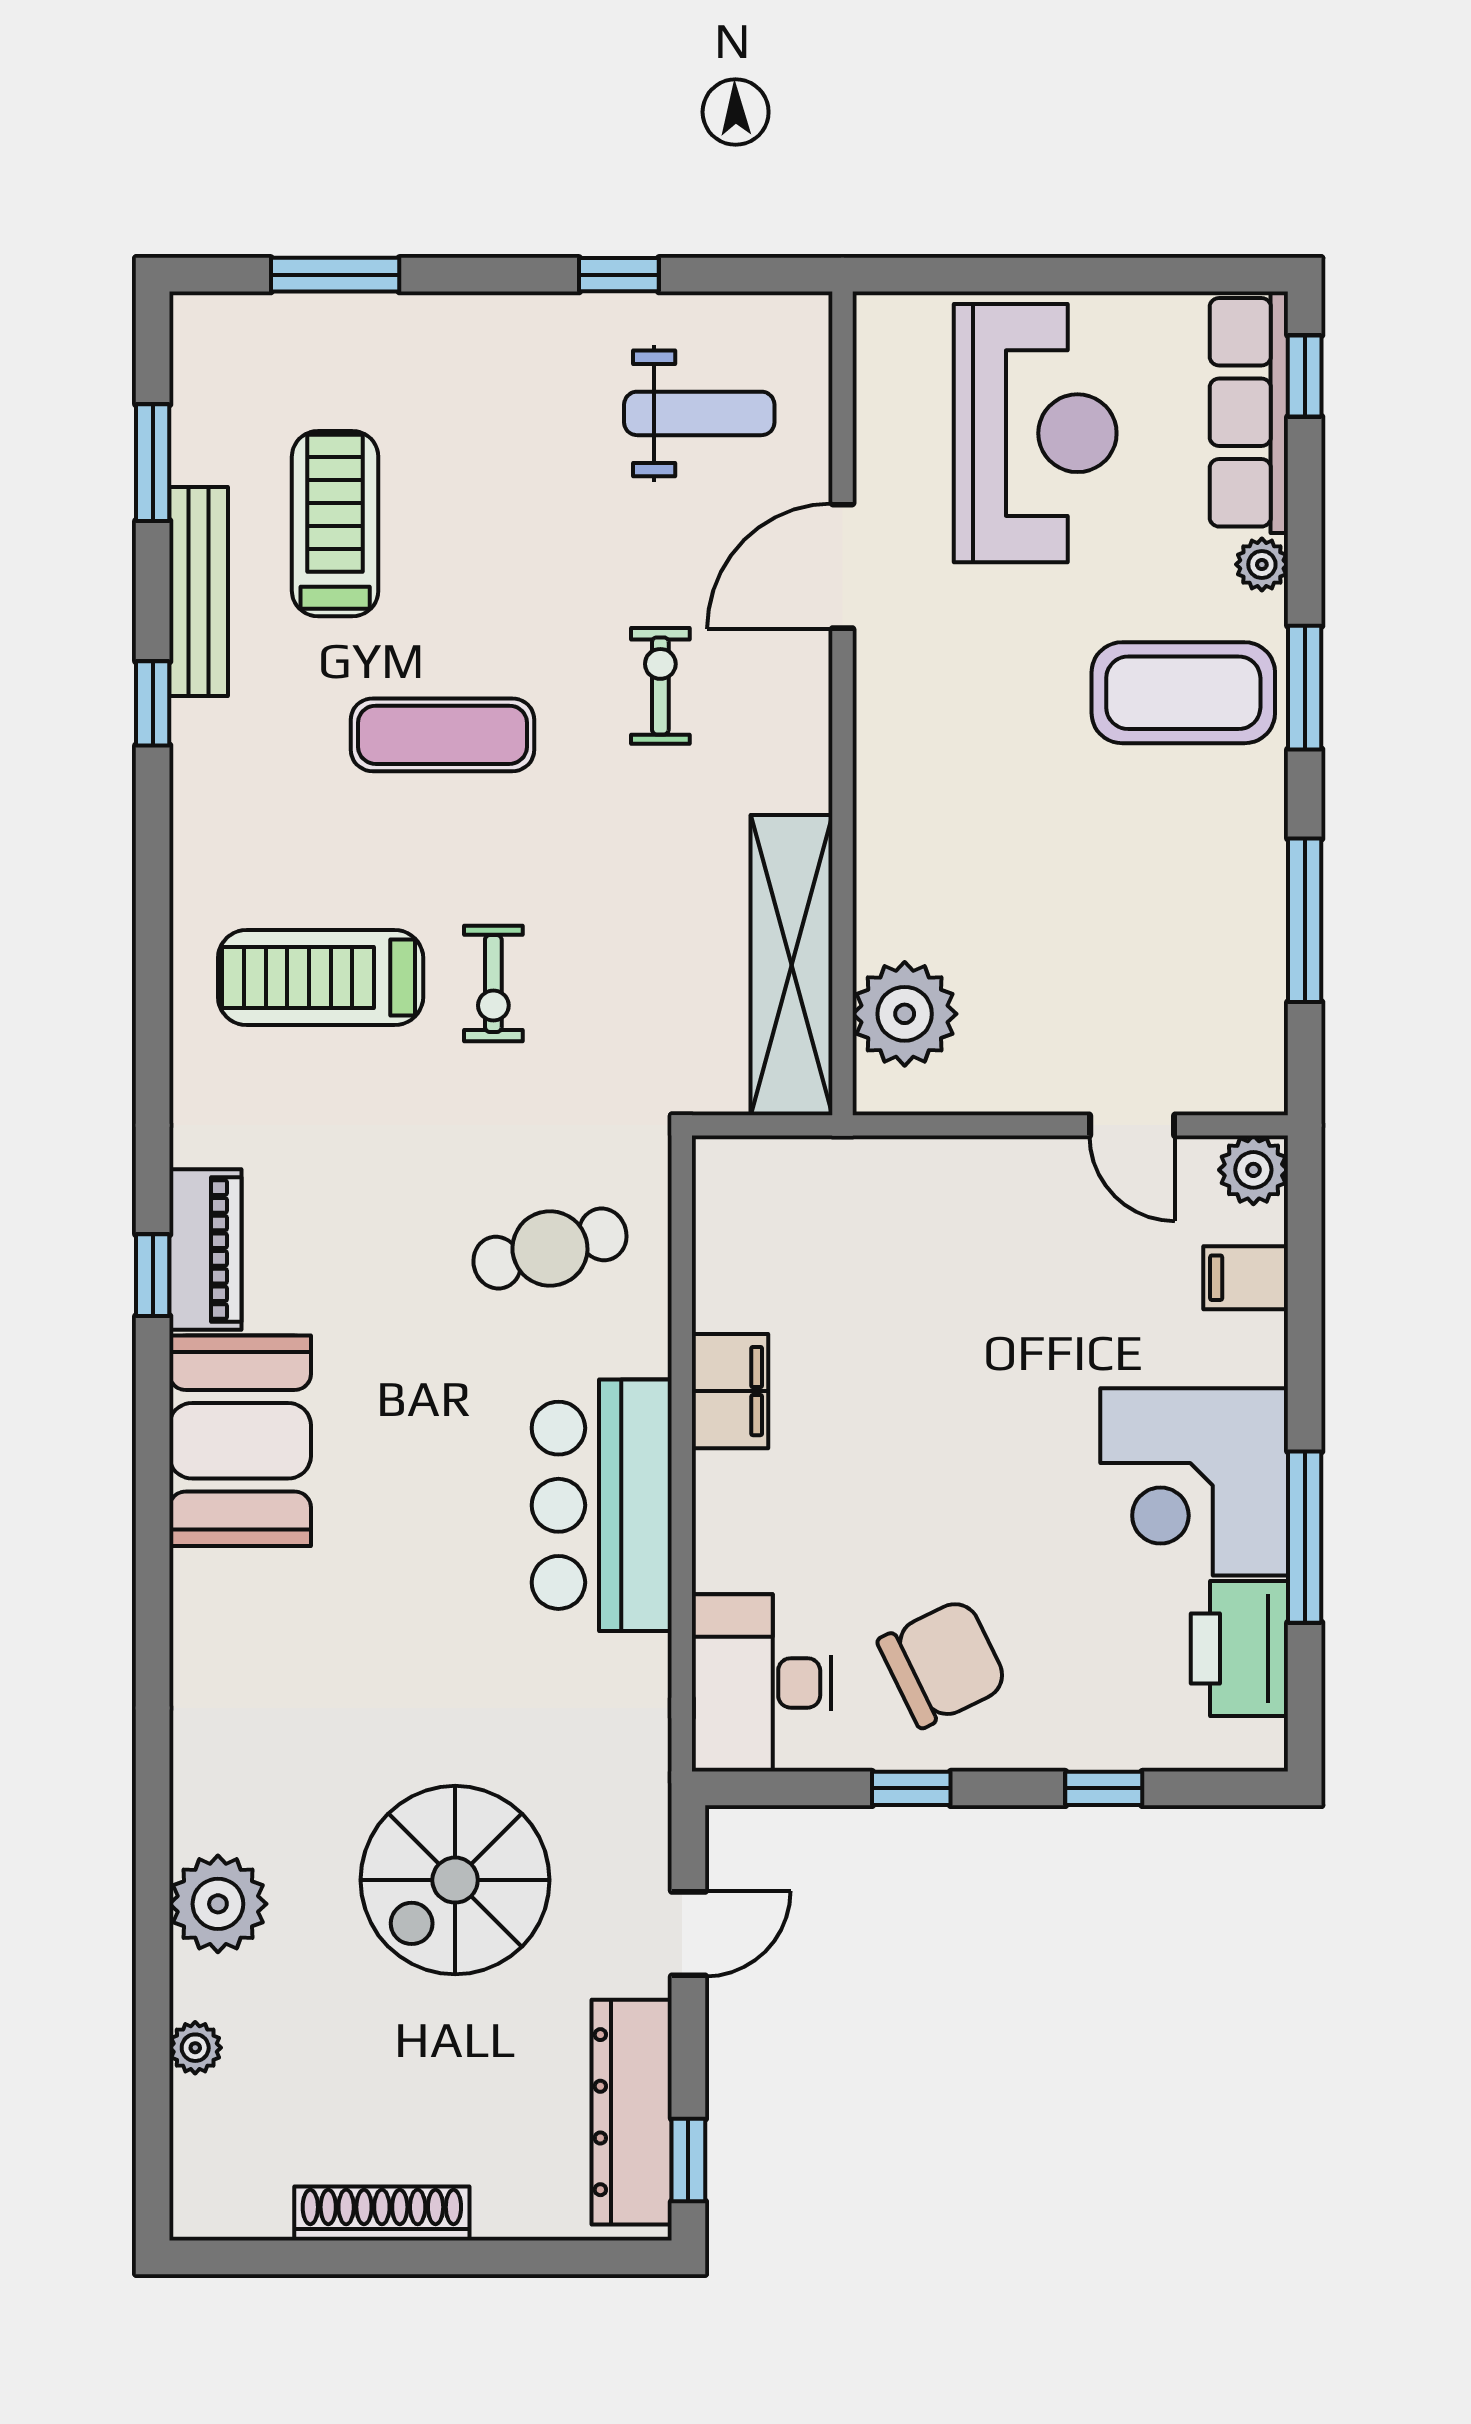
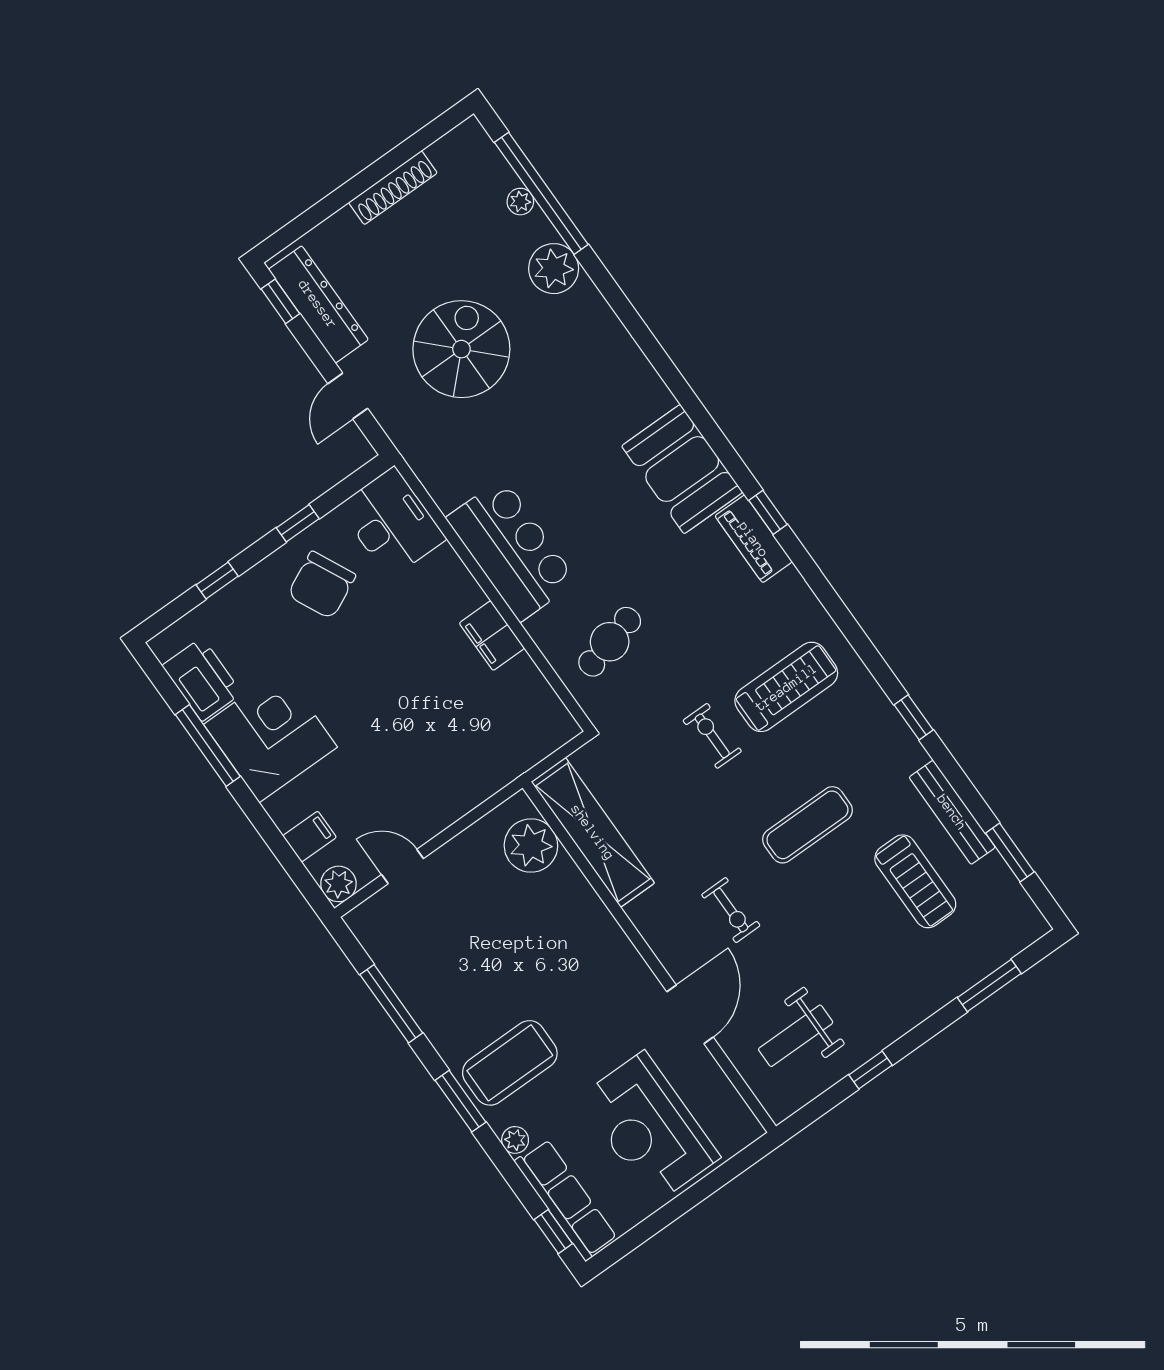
window: (153, 703) -> (914, 717), moved
window: (153, 2037) -> (541, 193), added

